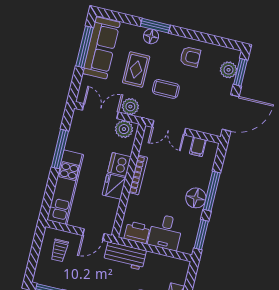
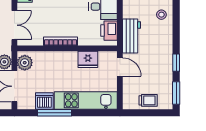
dishwasher: (119, 164) -> (44, 101), moved, turned 180
fridge: (114, 186) -> (88, 59), moved
trolley: (59, 250) -> (148, 100), moved

